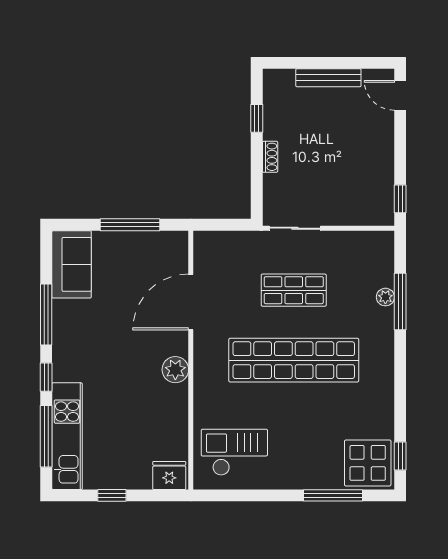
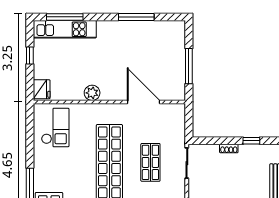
sofa: (72, 264) -> (166, 32), removed
plant: (175, 370) -> (92, 93), moved
window: (46, 377) -> (99, 17), removed

